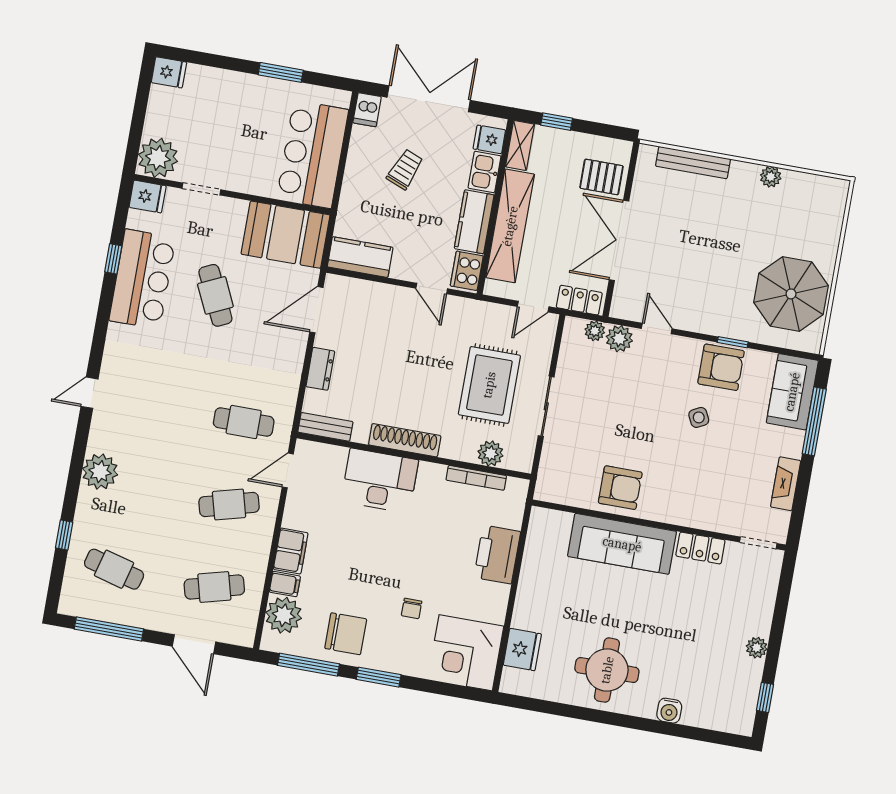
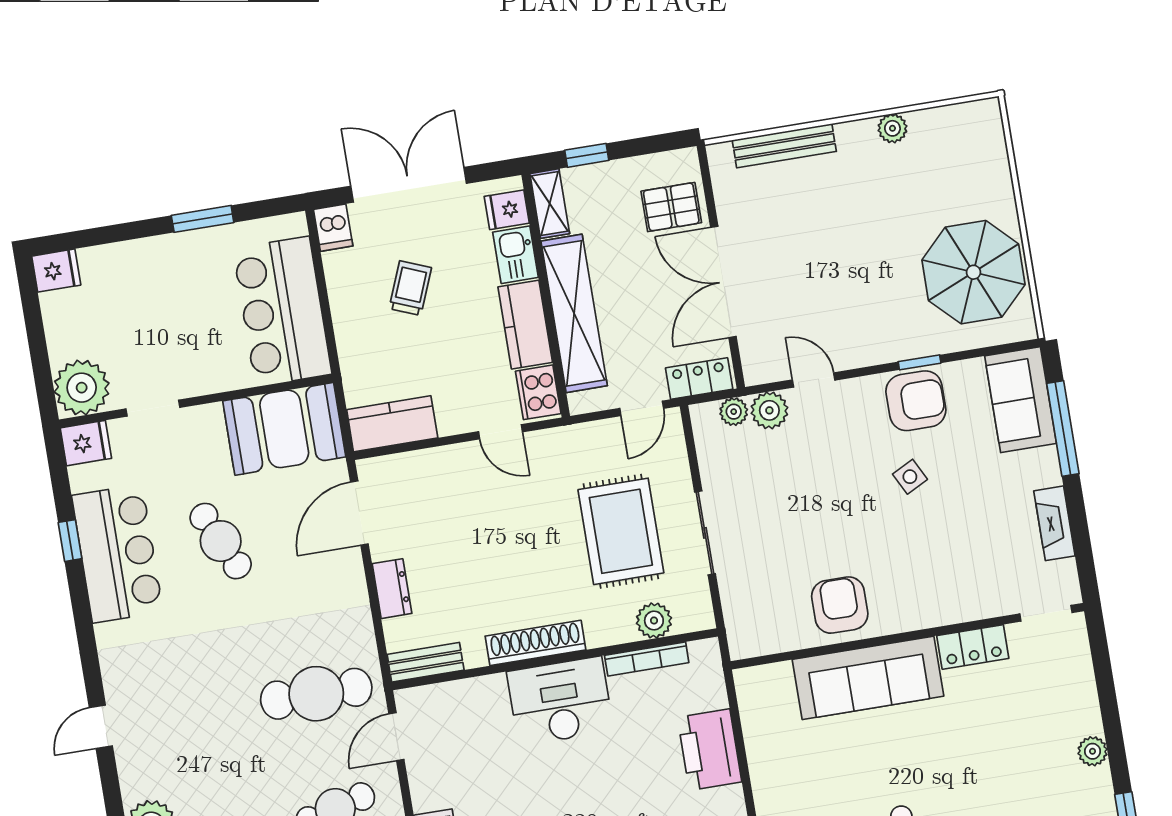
cafe table: (244, 422) -> (316, 694), width x1.37, depth x1.35
desk: (380, 481) -> (560, 701), moved
armchair: (620, 488) -> (840, 605), turned -90

